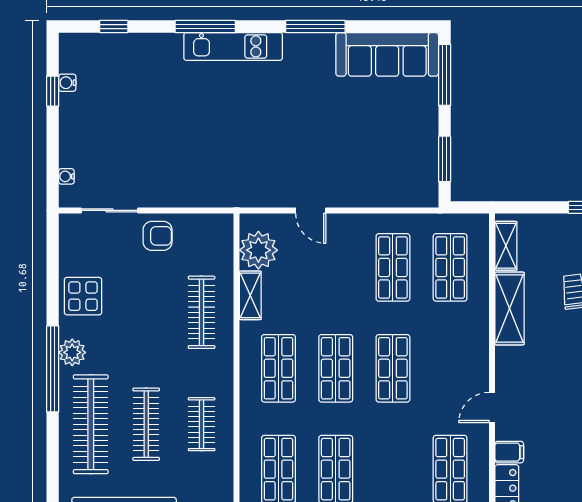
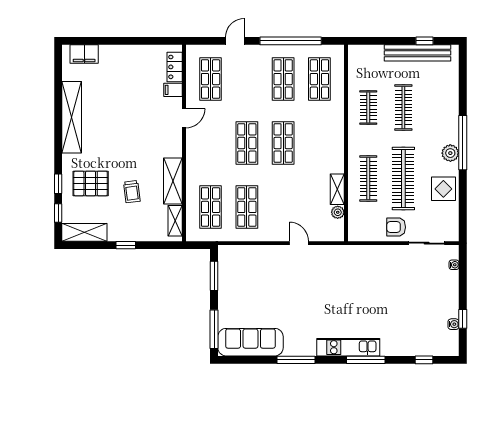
plant: (258, 250) -> (338, 212), width x0.53, depth x0.53
shop shelf: (278, 368) -> (319, 143), removed
clothes rail: (91, 424) -> (403, 178), moved

